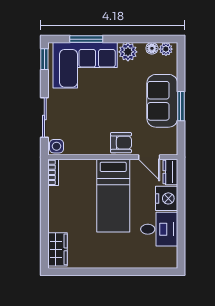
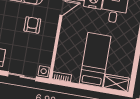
armchair: (121, 143) -> (32, 25), moved
bed: (113, 196) -> (95, 60), moved, turned -90

